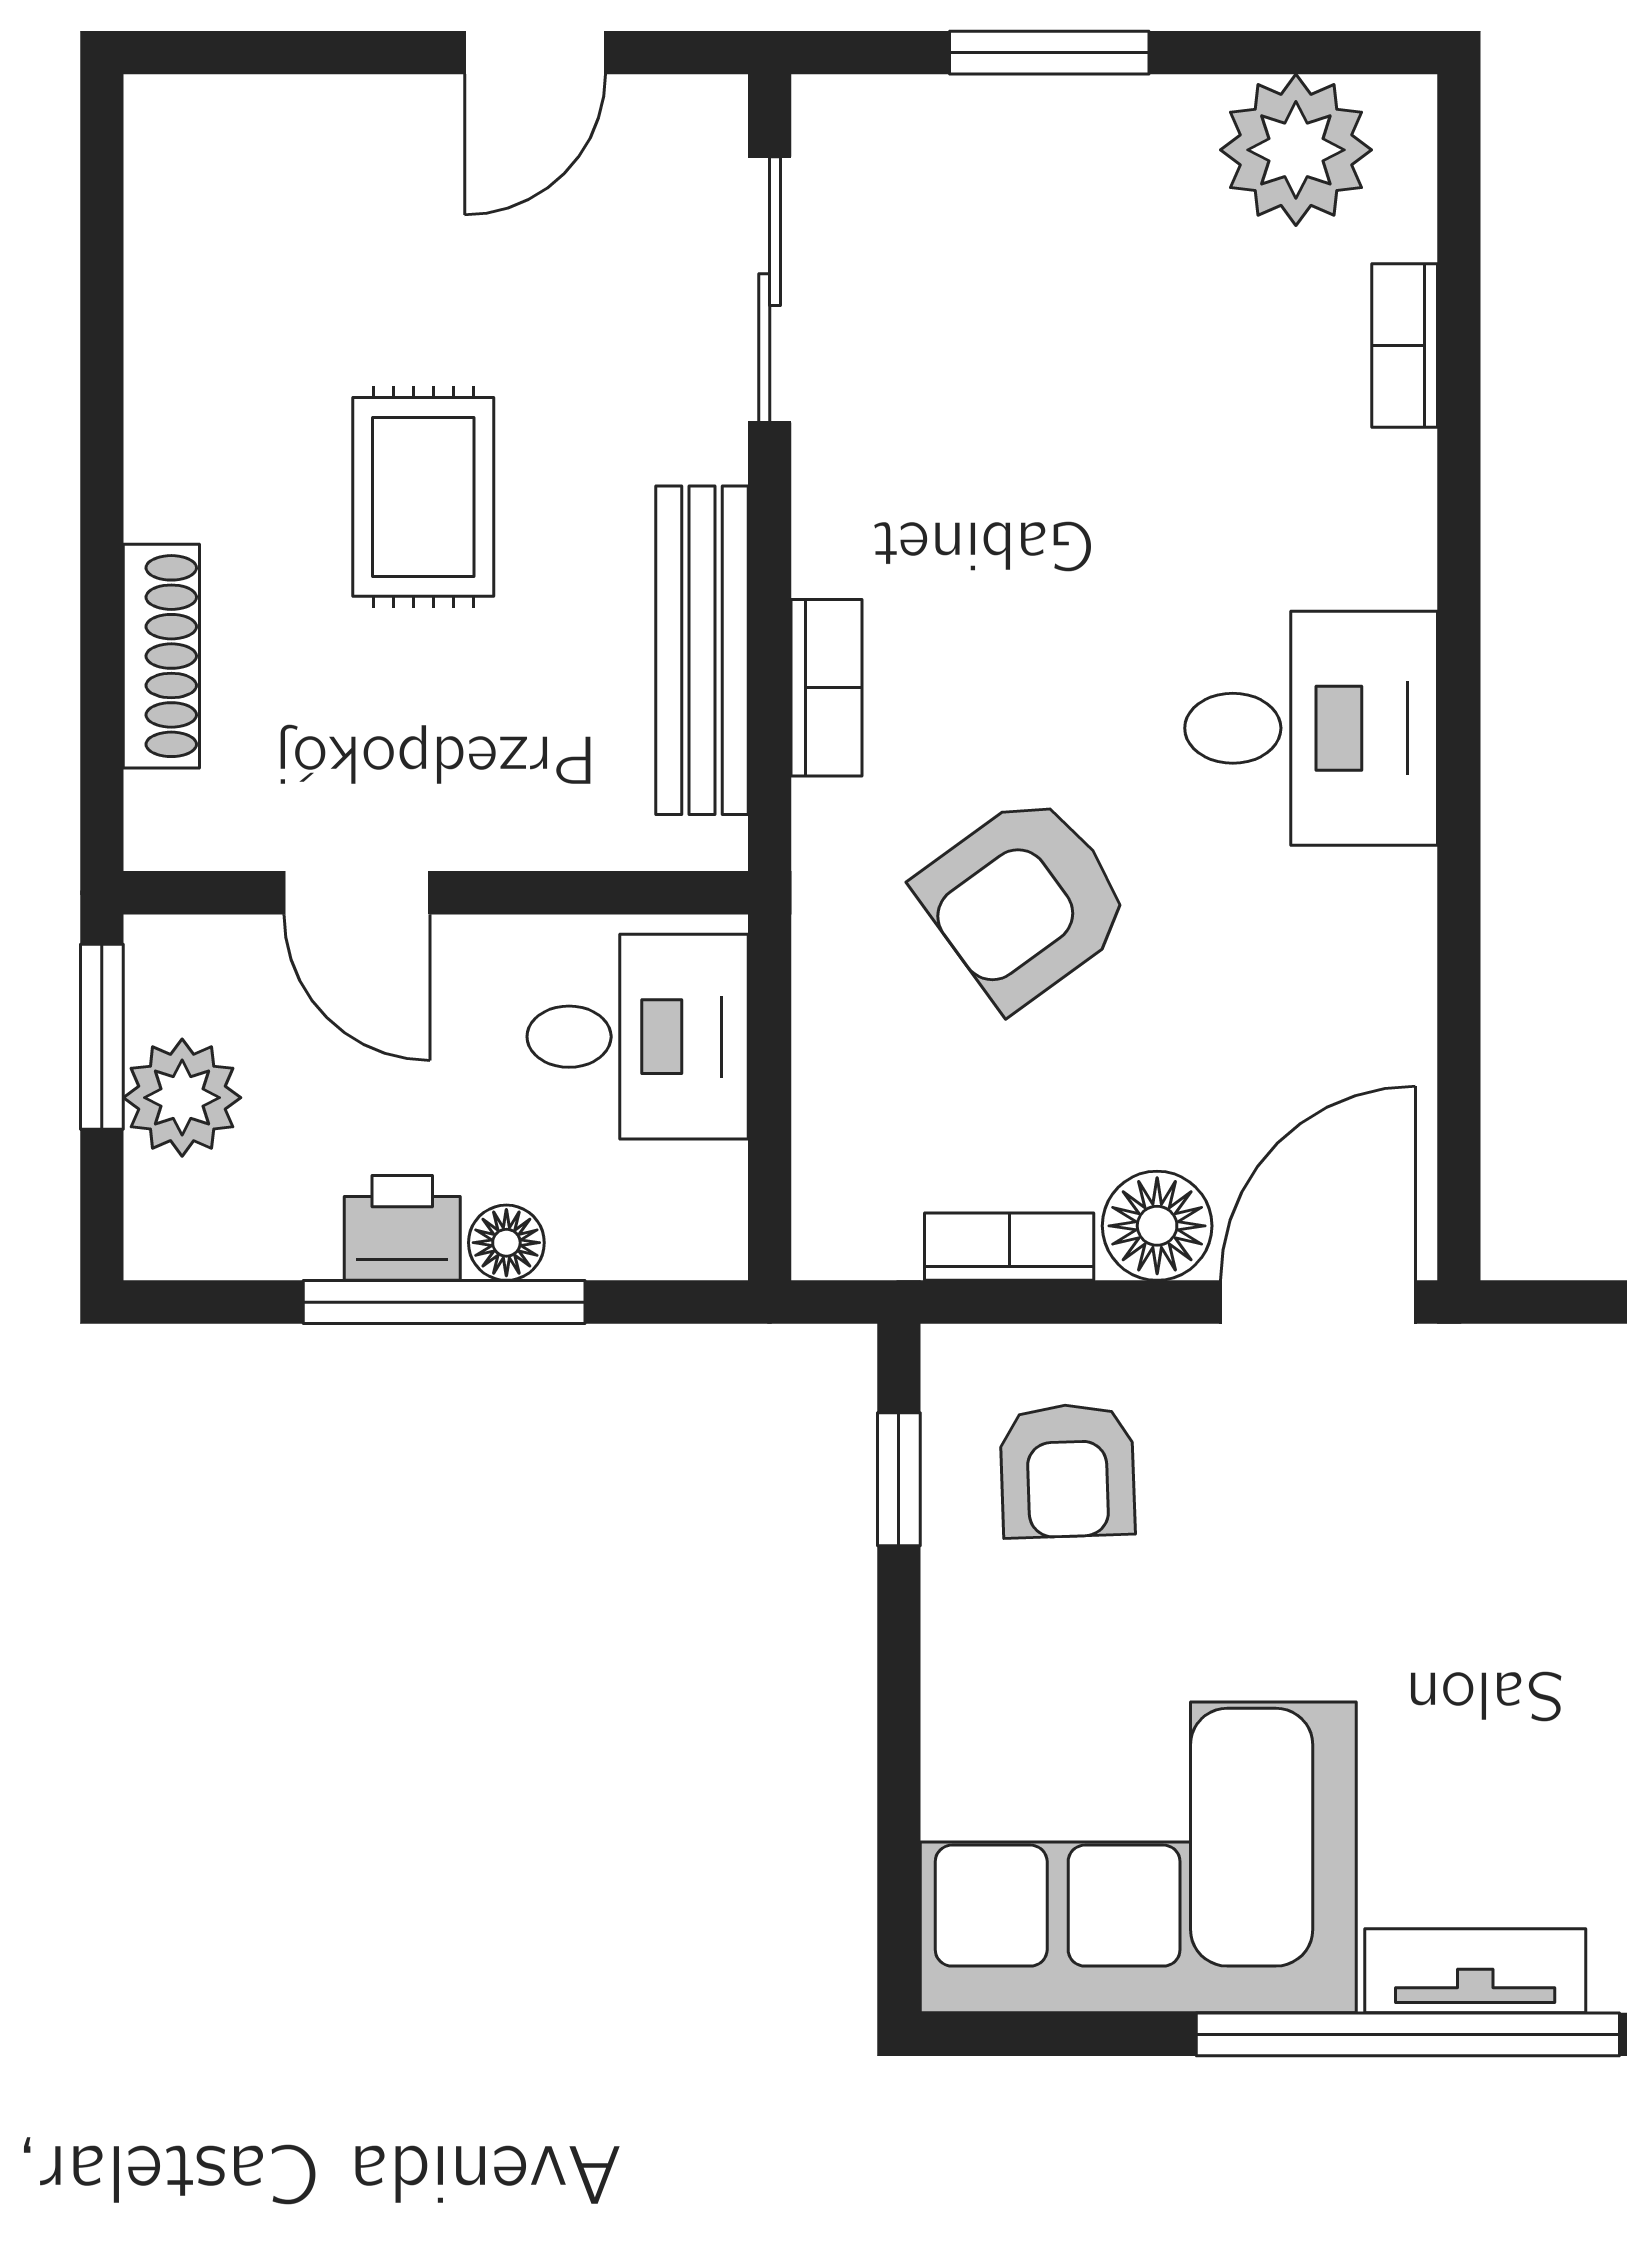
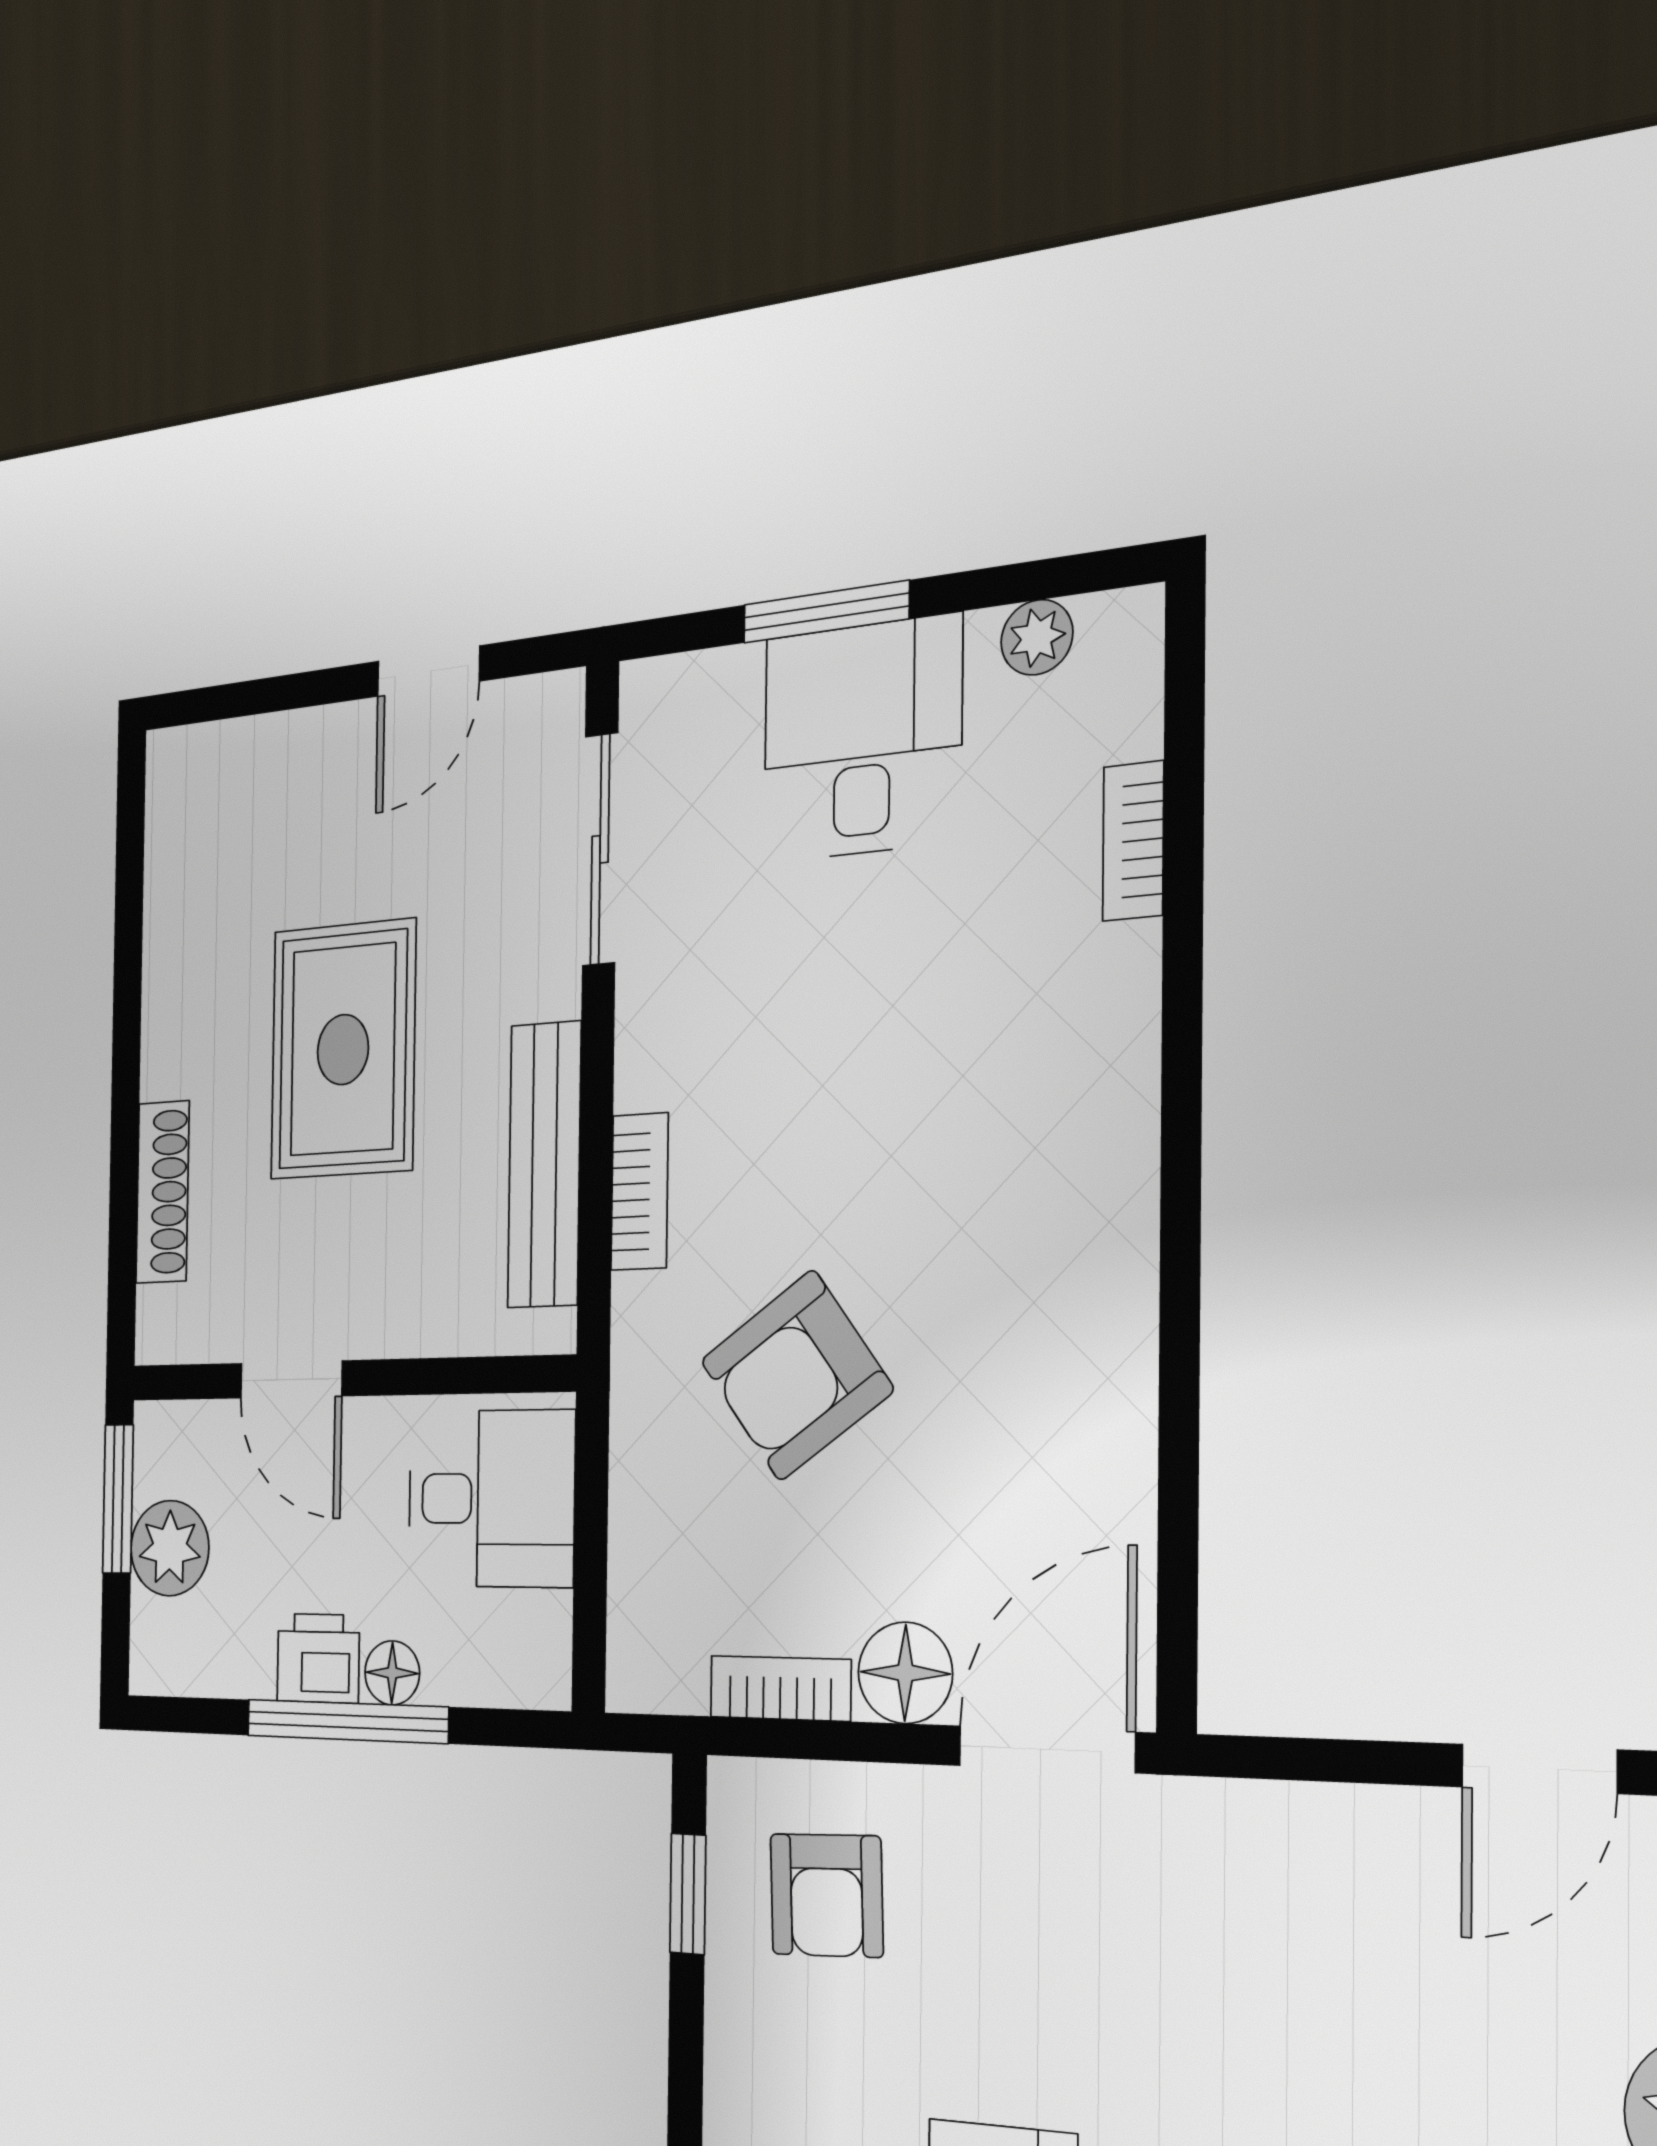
plant: (1296, 150) -> (1037, 637), width x0.53, depth x0.53
rug: (423, 497) -> (343, 1050), width x1.36, depth x1.43
desk: (1311, 728) -> (862, 739), moved, turned -90

